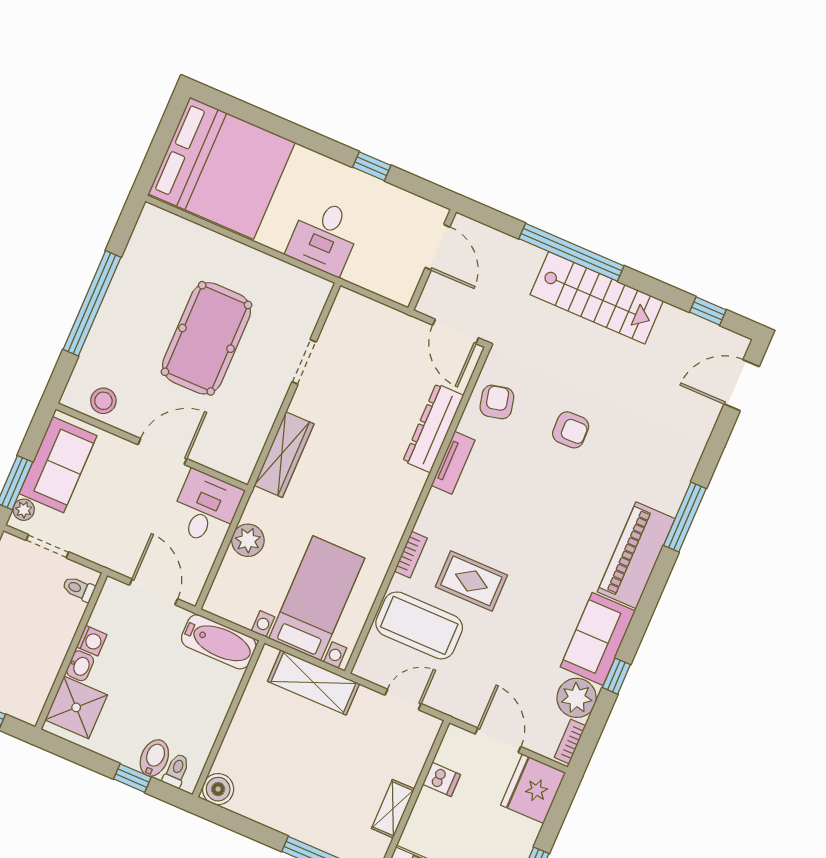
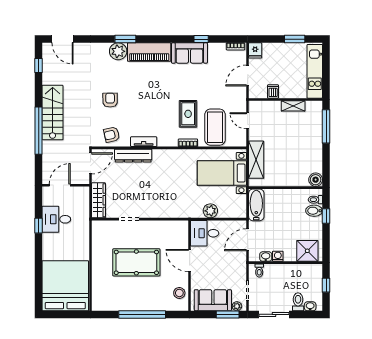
desk: (324, 237) -> (56, 219), moved, turned 180
wardrobe: (284, 455) -> (98, 200), moved, turned 90
window: (685, 517) -> (125, 39), width x0.69
washbasin: (80, 666) -> (266, 257), moved
plant: (577, 698) -> (118, 51), moved
fridge: (533, 789) -> (255, 50), width x0.53, depth x0.75

